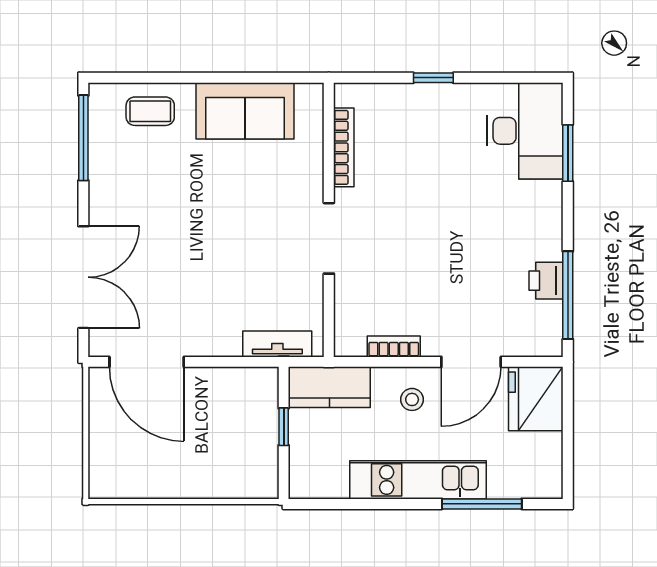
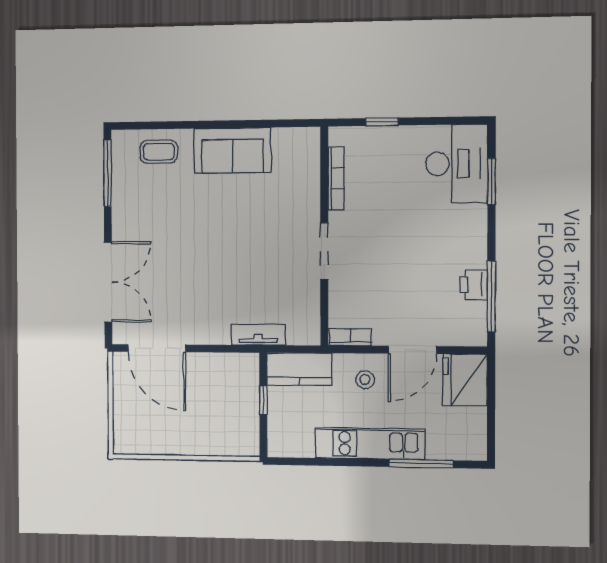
bookcase: (344, 147) -> (336, 178), moved
wall: (329, 220) -> (324, 236), moved
doorway: (329, 238) -> (324, 251), moved

